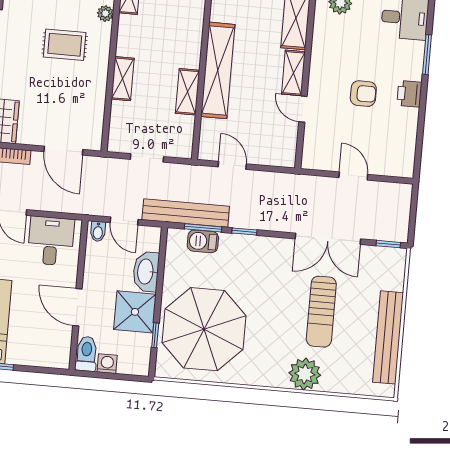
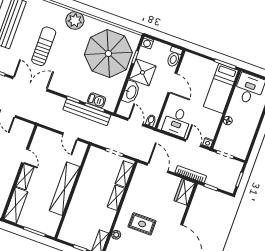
shelving: (188, 92) -> (124, 174), moved
bench: (186, 213) -> (87, 112), moved
washing machine: (107, 364) -> (147, 43), moved
plant: (305, 374) -> (75, 20), moved

